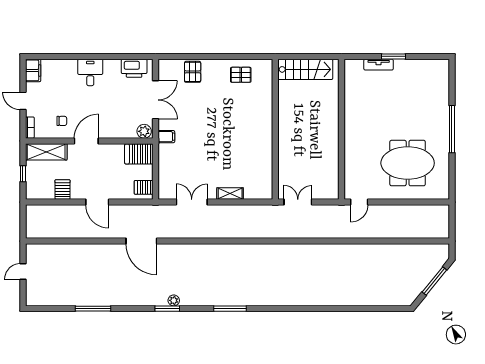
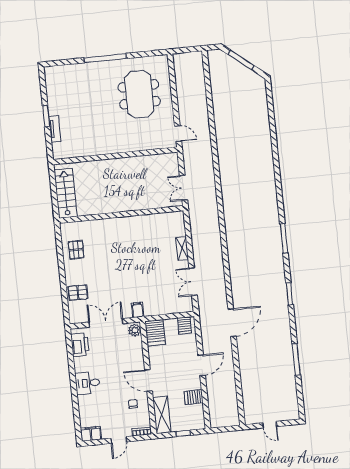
plant: (174, 300) -> (282, 289), removed

